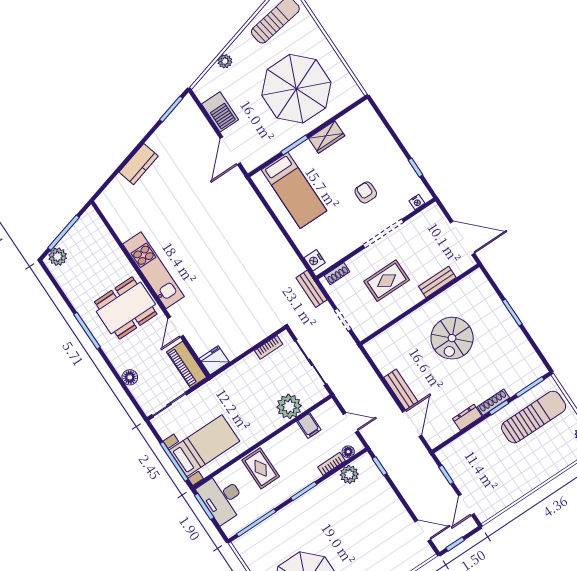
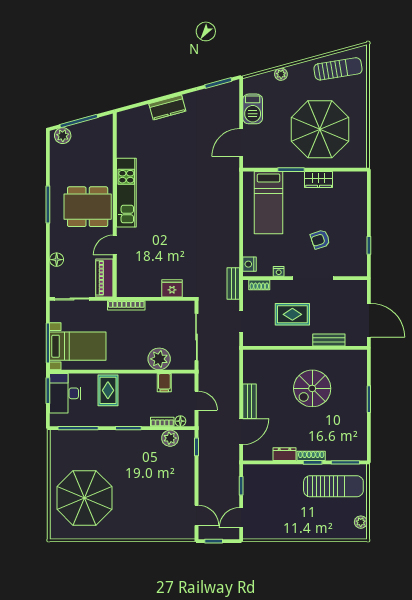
armchair: (366, 192) -> (320, 239), turned -109
nightstand: (417, 202) -> (279, 271), moved
bookcase: (269, 347) -> (126, 305), moved, width x1.56
fridge: (214, 360) -> (172, 288), moved

